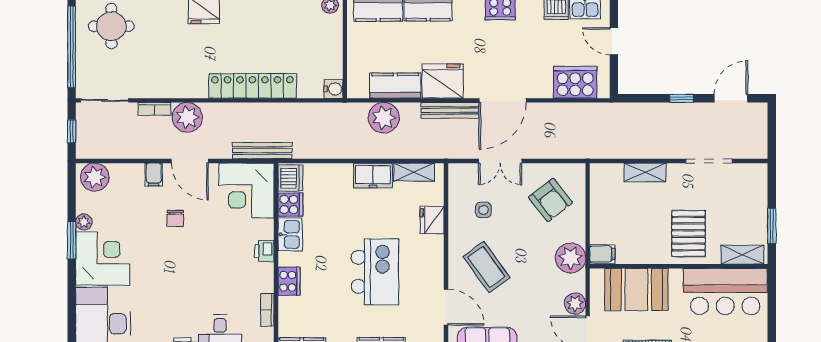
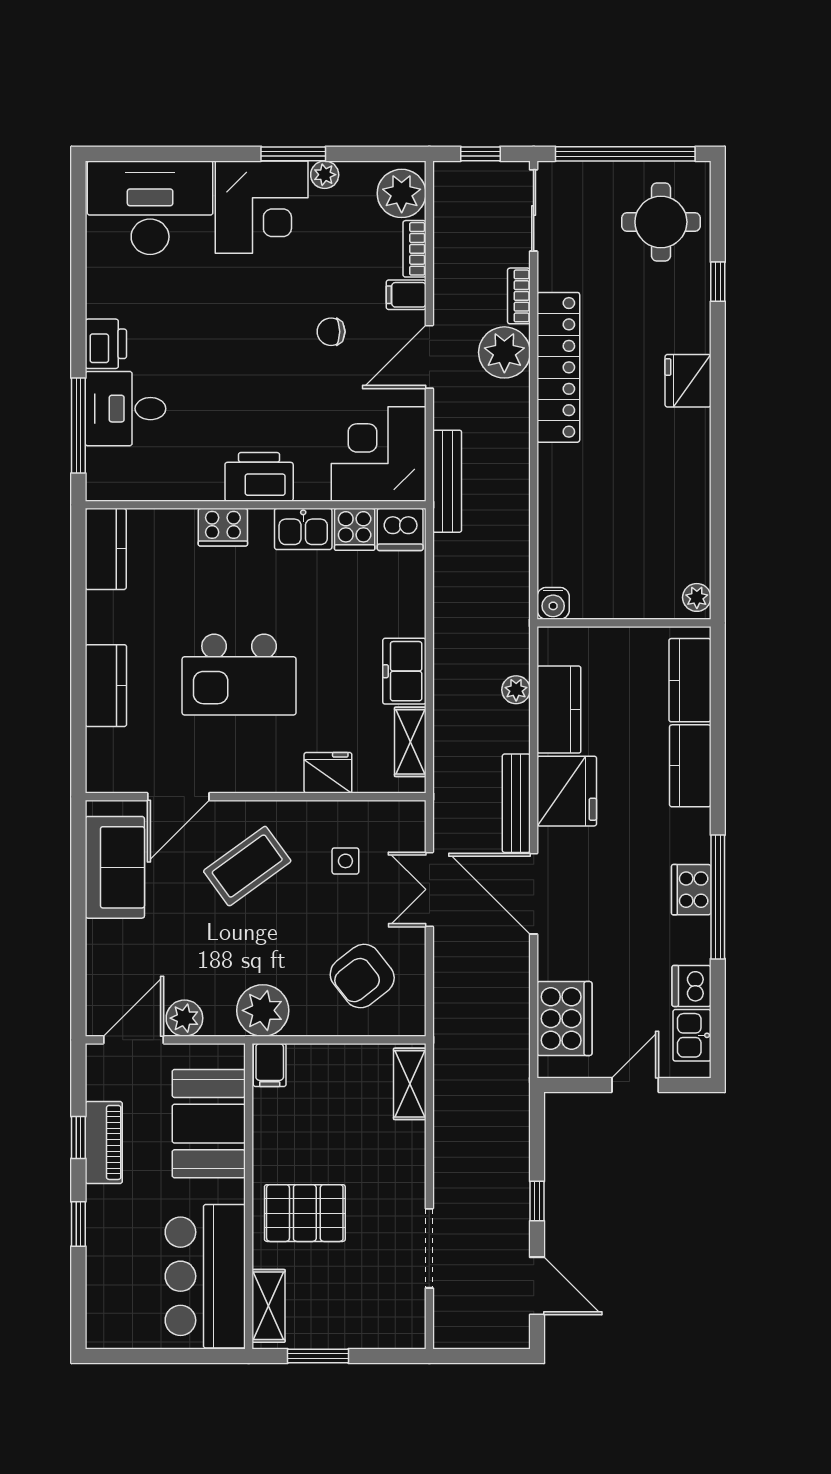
locker: (252, 86) -> (558, 367), moved
plant: (384, 118) -> (516, 690), width x0.53, depth x0.53
shelving: (645, 172) -> (410, 1084), moved
printer: (264, 251) -> (259, 477), width x1.87, depth x1.48
bookcase: (267, 310) -> (415, 249), moved, turned -90

